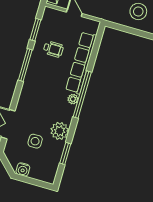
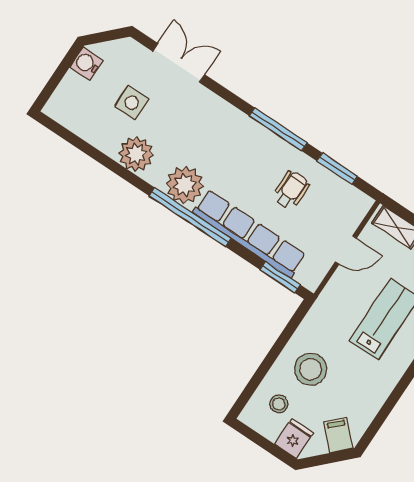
wheelchair: (53, 49) -> (291, 190), turned 180
plant: (73, 99) -> (185, 185), width x1.88, depth x1.88
window: (65, 153) -> (280, 277), moved

